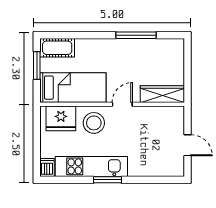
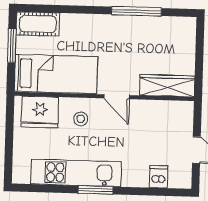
door: (122, 104) -> (117, 97), swing flipped
stool: (94, 123) -> (81, 119), width x0.53, depth x0.53
dishwasher: (47, 167) -> (159, 177), moved

